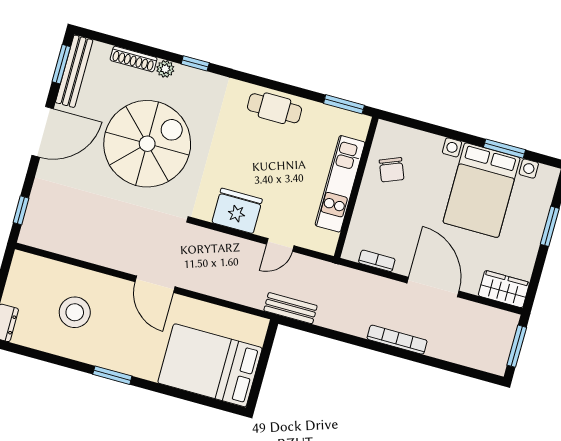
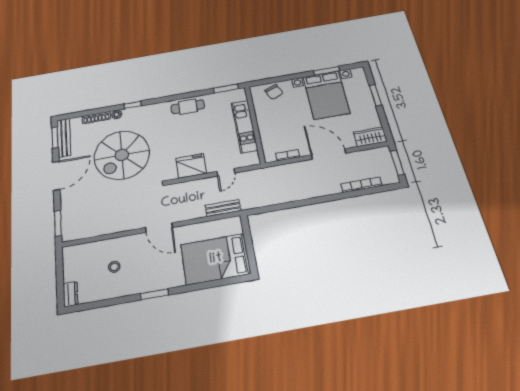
spiral stairs: (147, 144) -> (122, 155), turned 180
chair: (392, 170) -> (274, 92), moved
window: (21, 210) -> (58, 223), width x1.50
bench: (290, 308) -> (223, 208), moved
stool: (75, 312) -> (114, 267), width x0.53, depth x0.53
bookcase: (397, 340) -> (361, 185), moved

